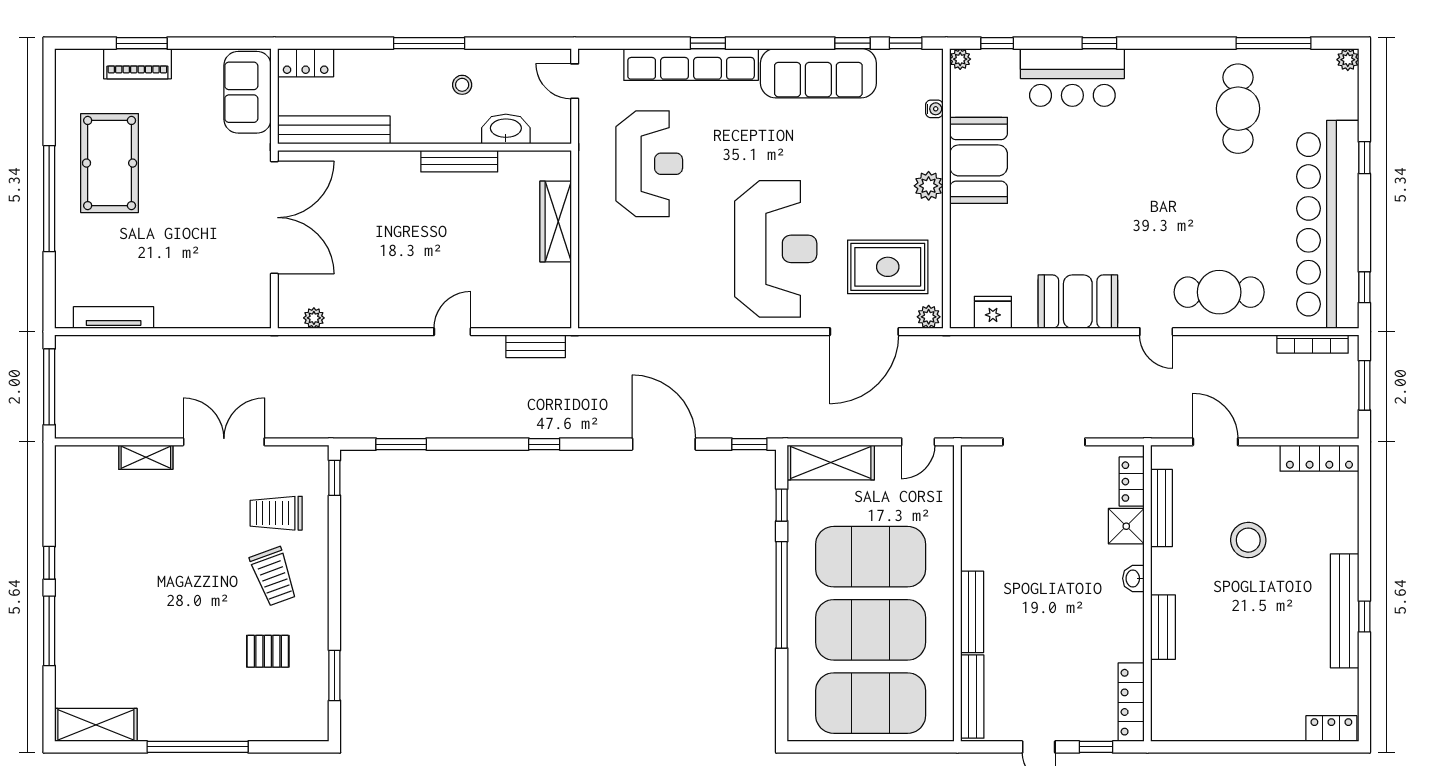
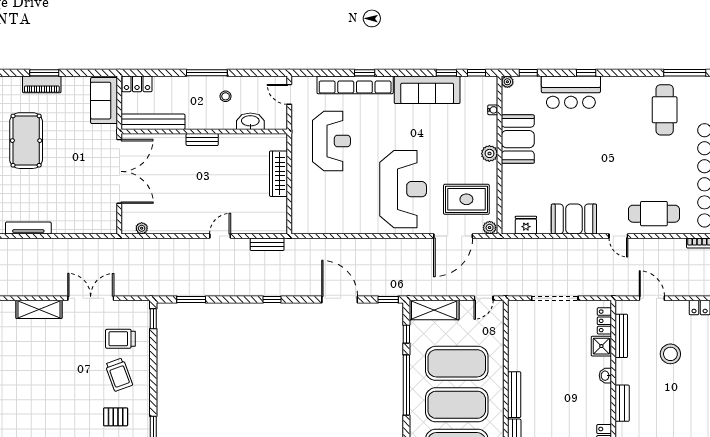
bench: (459, 161) -> (202, 140), moved, width x0.73
shelving: (146, 457) -> (39, 309), width x1.50, depth x1.33

